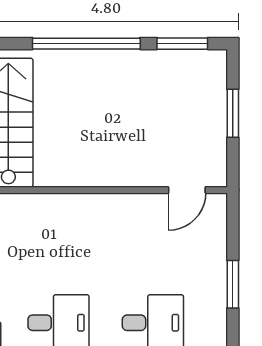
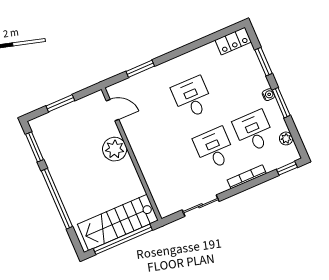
plant: (125, 167) -> (115, 149), added
window: (233, 284) -> (140, 69), moved

